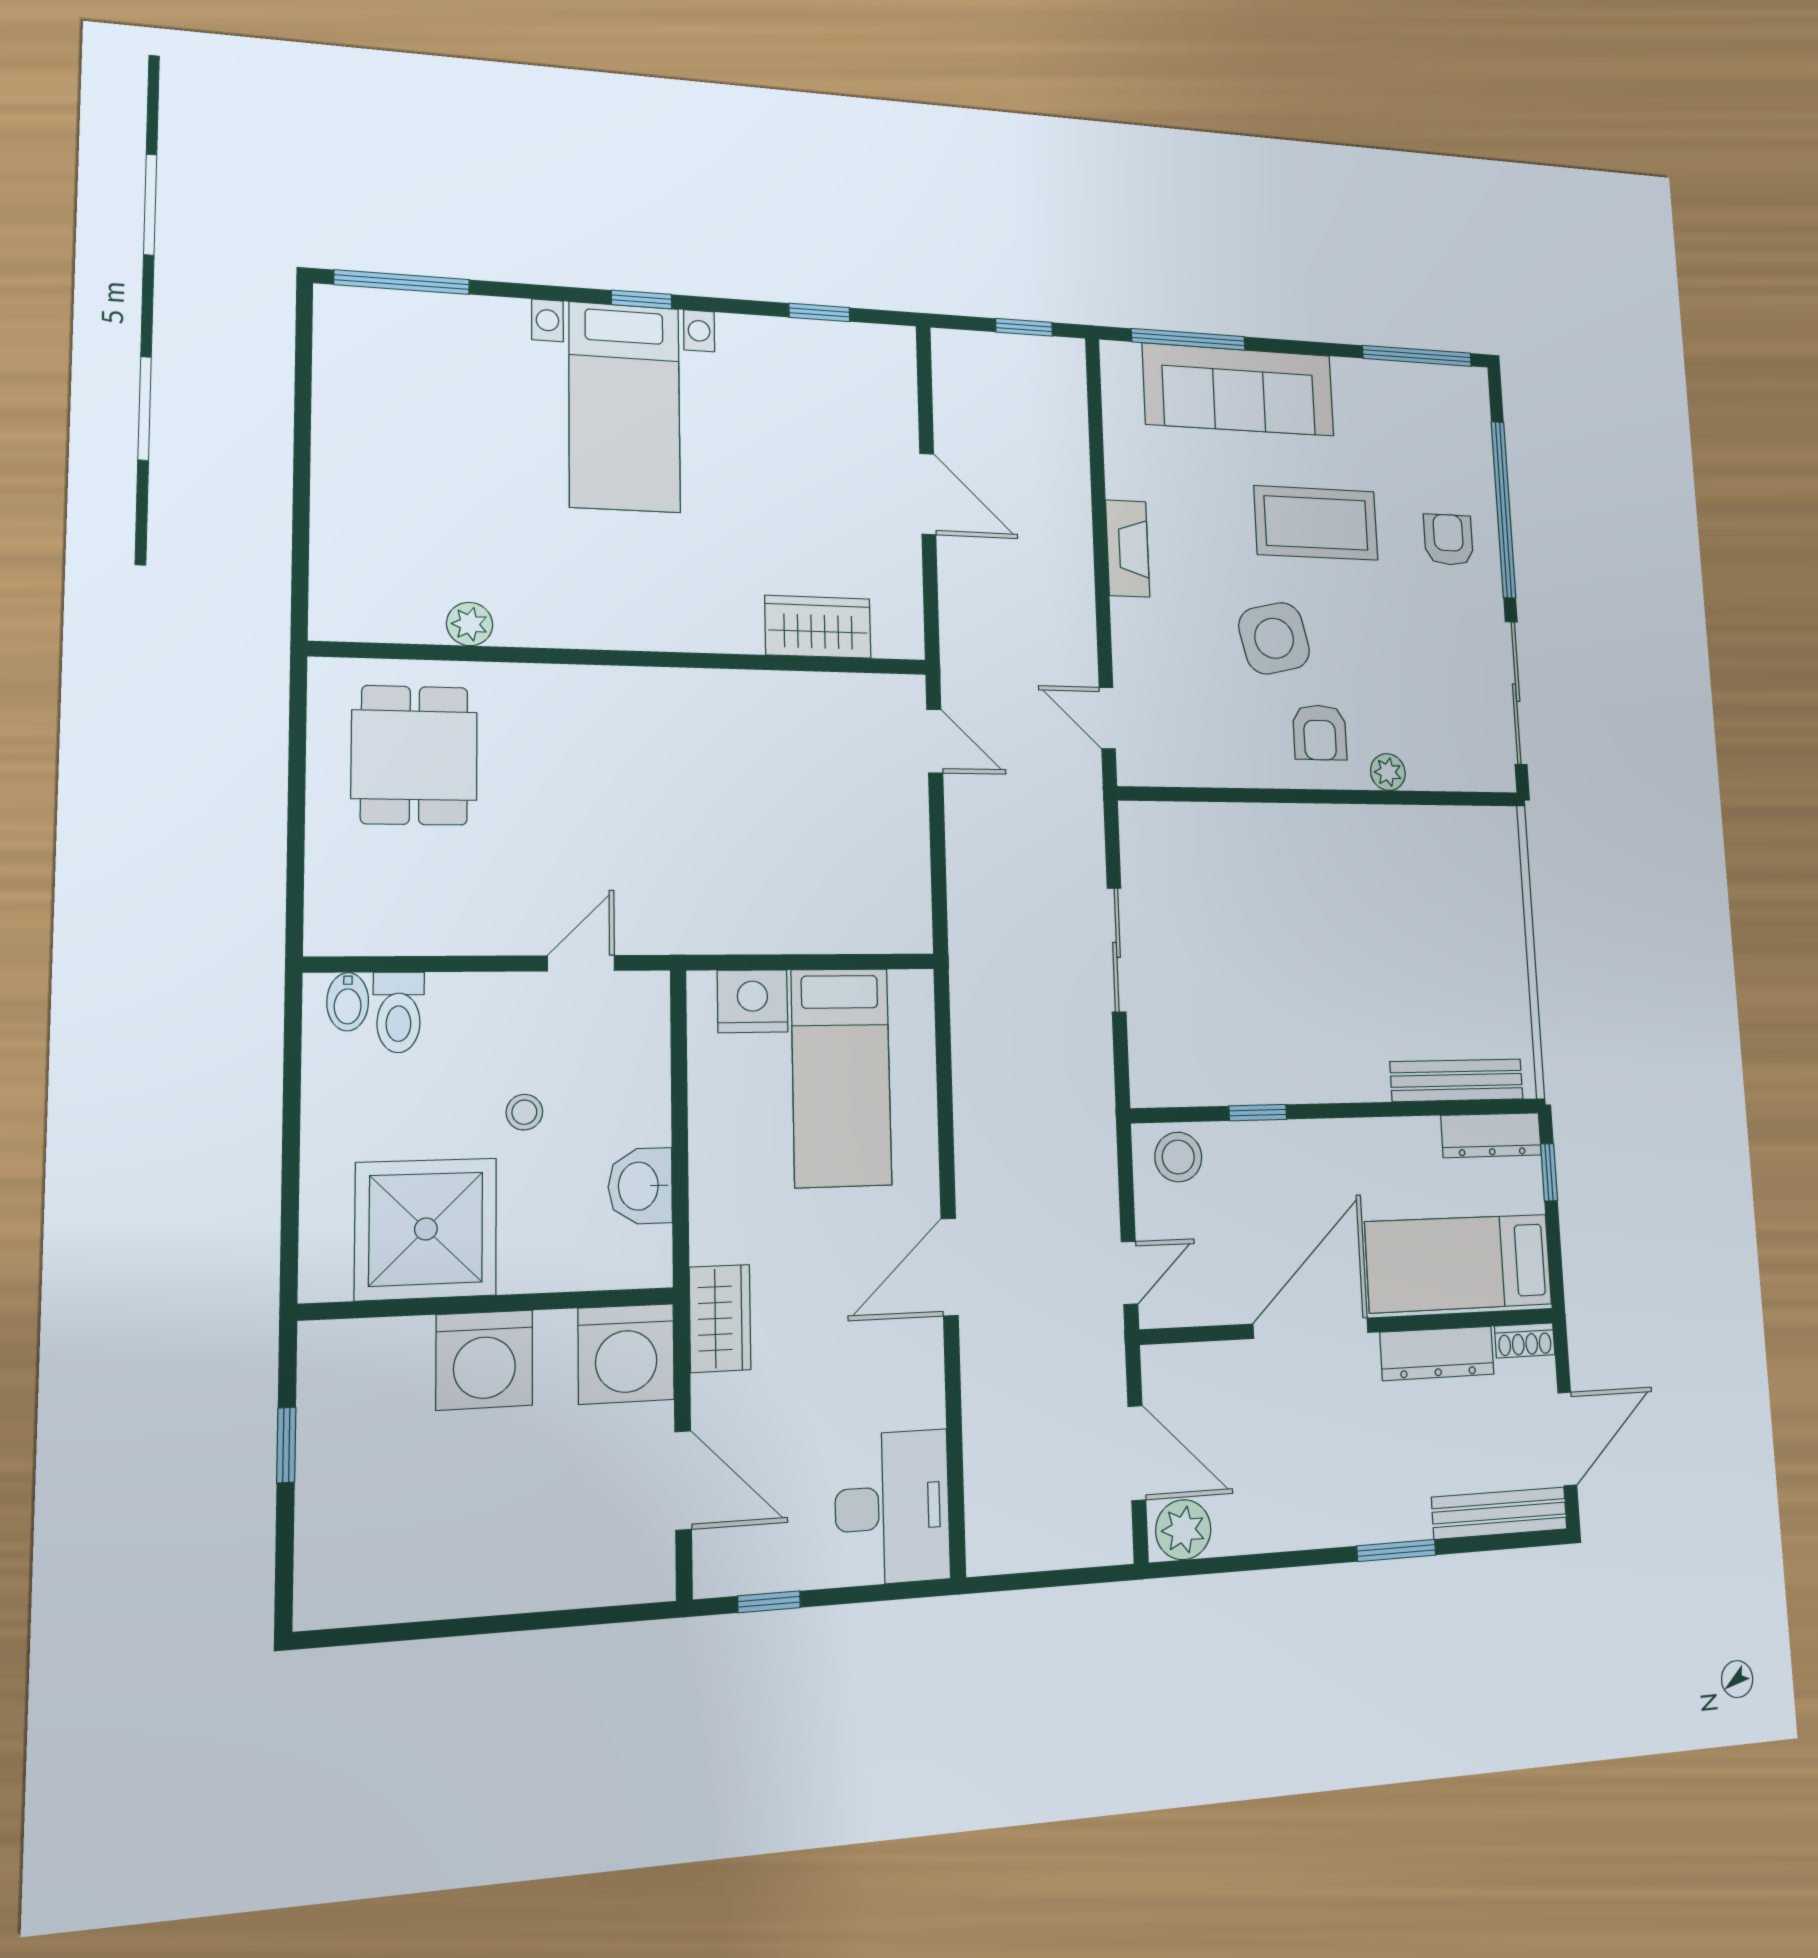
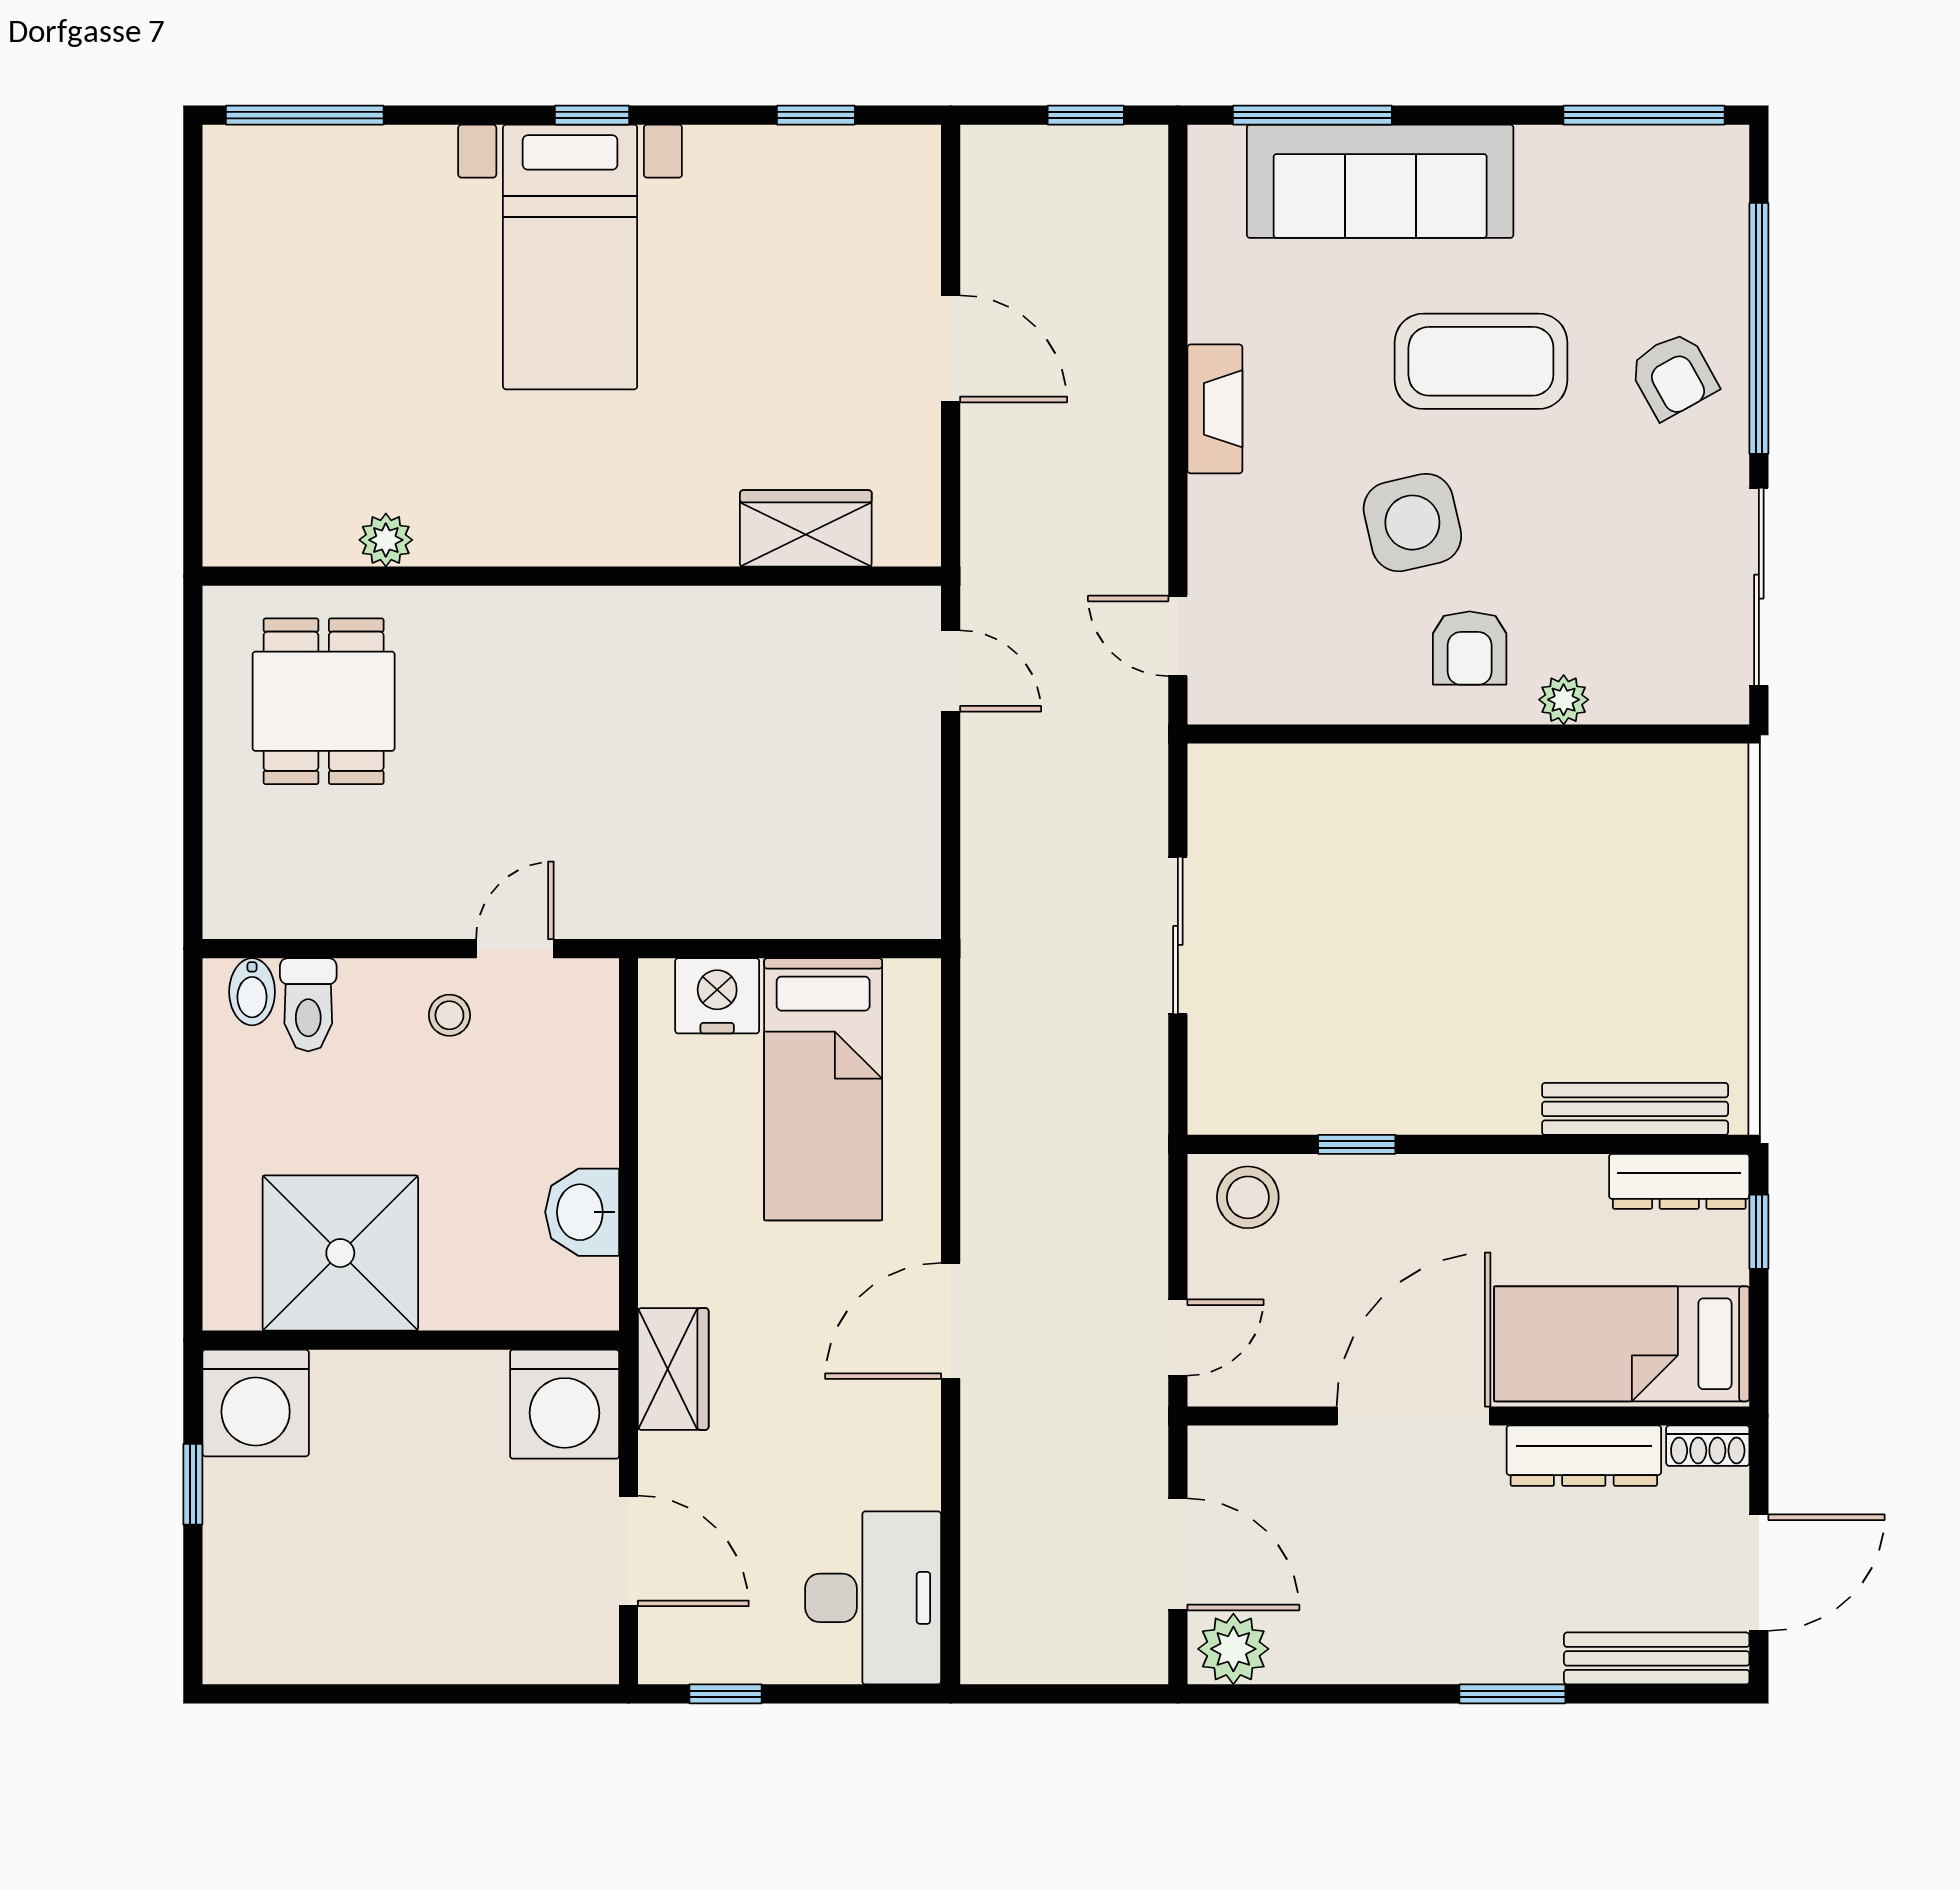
armchair: (1448, 540) -> (1673, 376), turned 151
stool: (524, 1112) -> (449, 1015), moved
washing machine: (484, 1360) -> (256, 1403), moved

